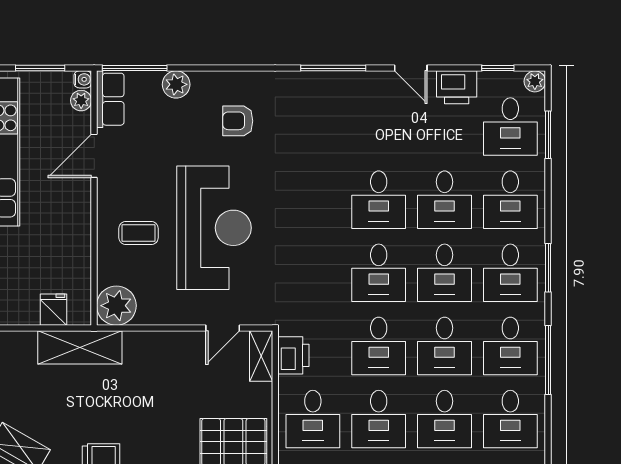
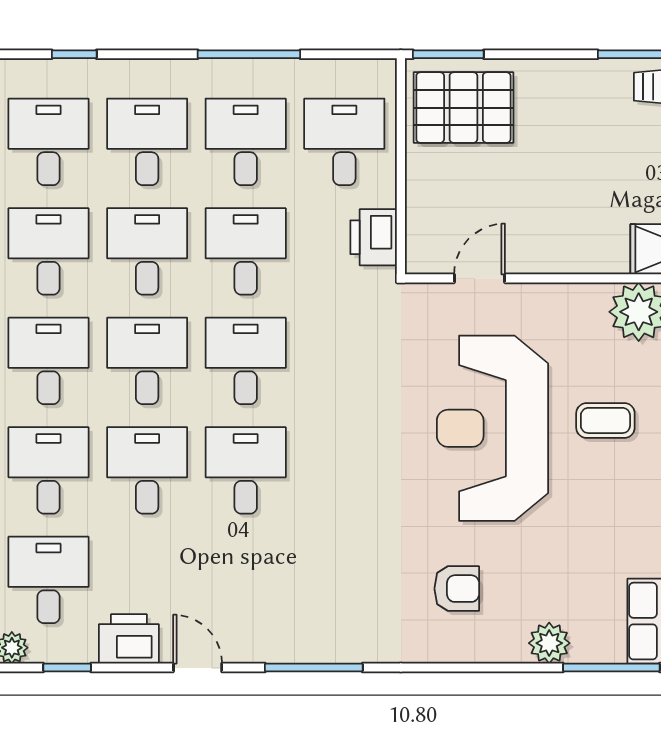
shelving: (261, 356) -> (422, 236), removed

